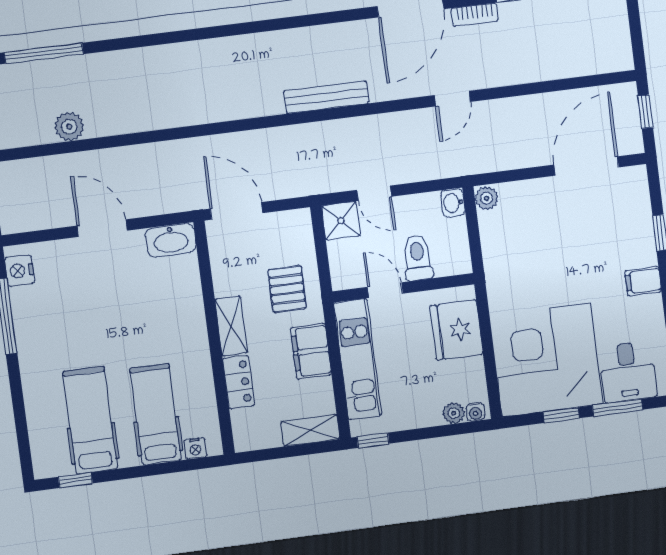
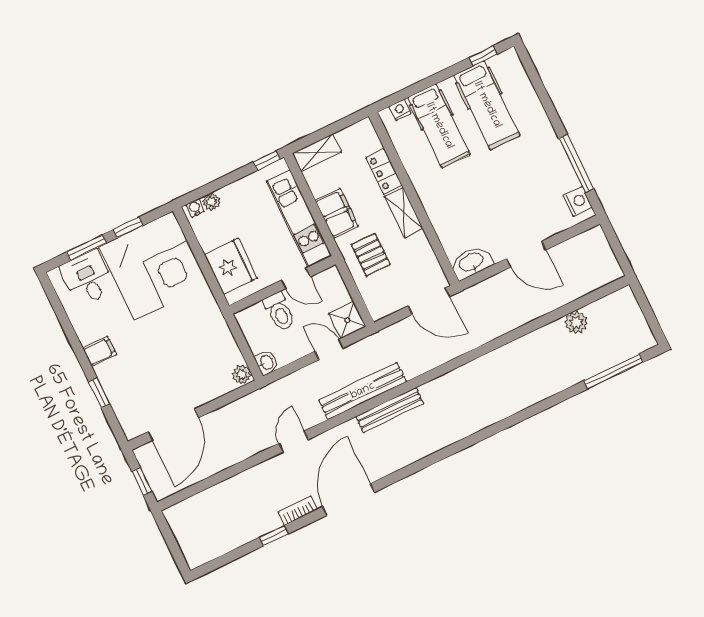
bench: (351, 131) -> (363, 391), added

